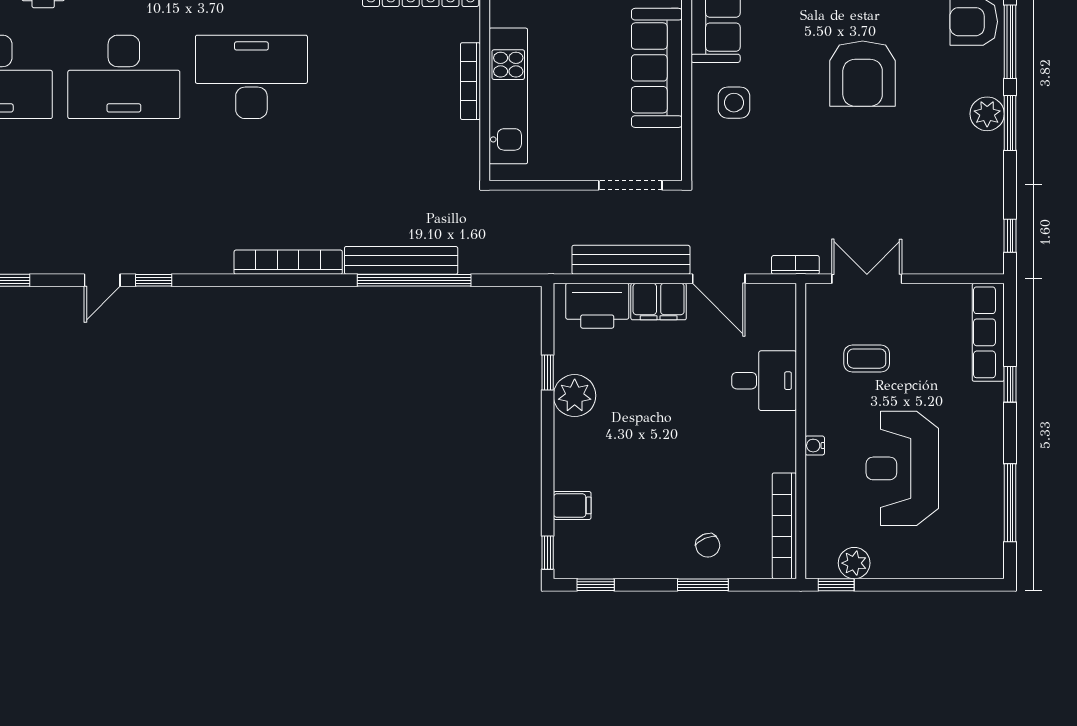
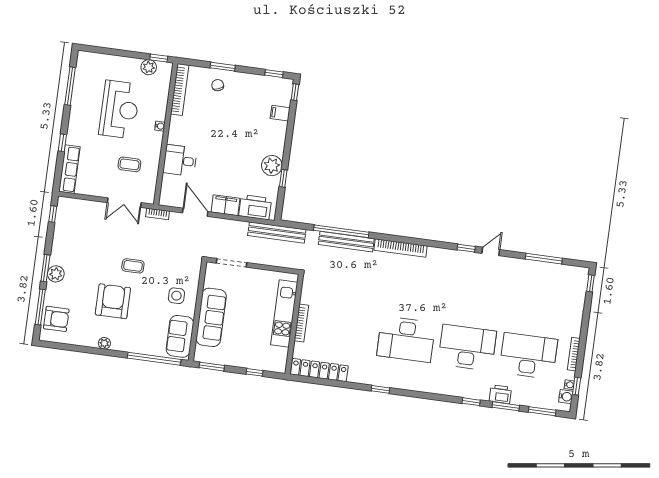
coffee table: (831, 152) -> (133, 266), added
bench: (631, 260) -> (277, 233), moved

